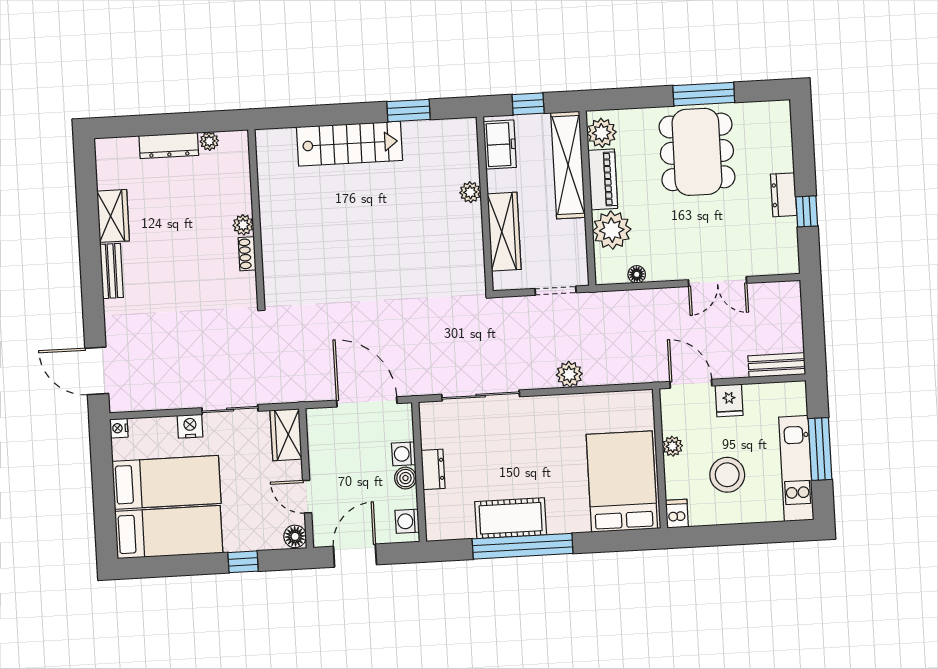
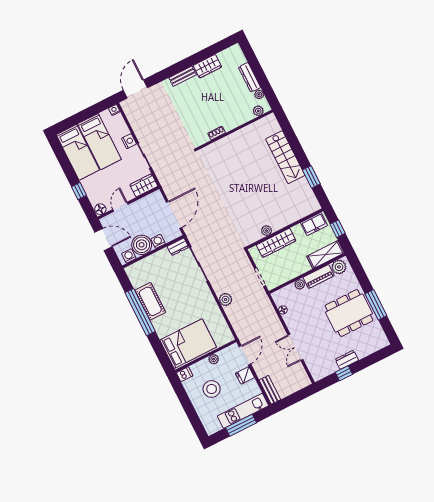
shelving: (568, 165) -> (326, 255), width x0.68
plant: (470, 192) -> (267, 231), moved
plant: (243, 225) -> (258, 111), moved
plant: (612, 230) -> (300, 284), width x0.53, depth x0.53
kitchen unit: (796, 468) -> (243, 411), moved
dresser: (433, 469) -> (178, 247), moved
boiler: (405, 478) -> (142, 245), width x1.86, depth x1.86

